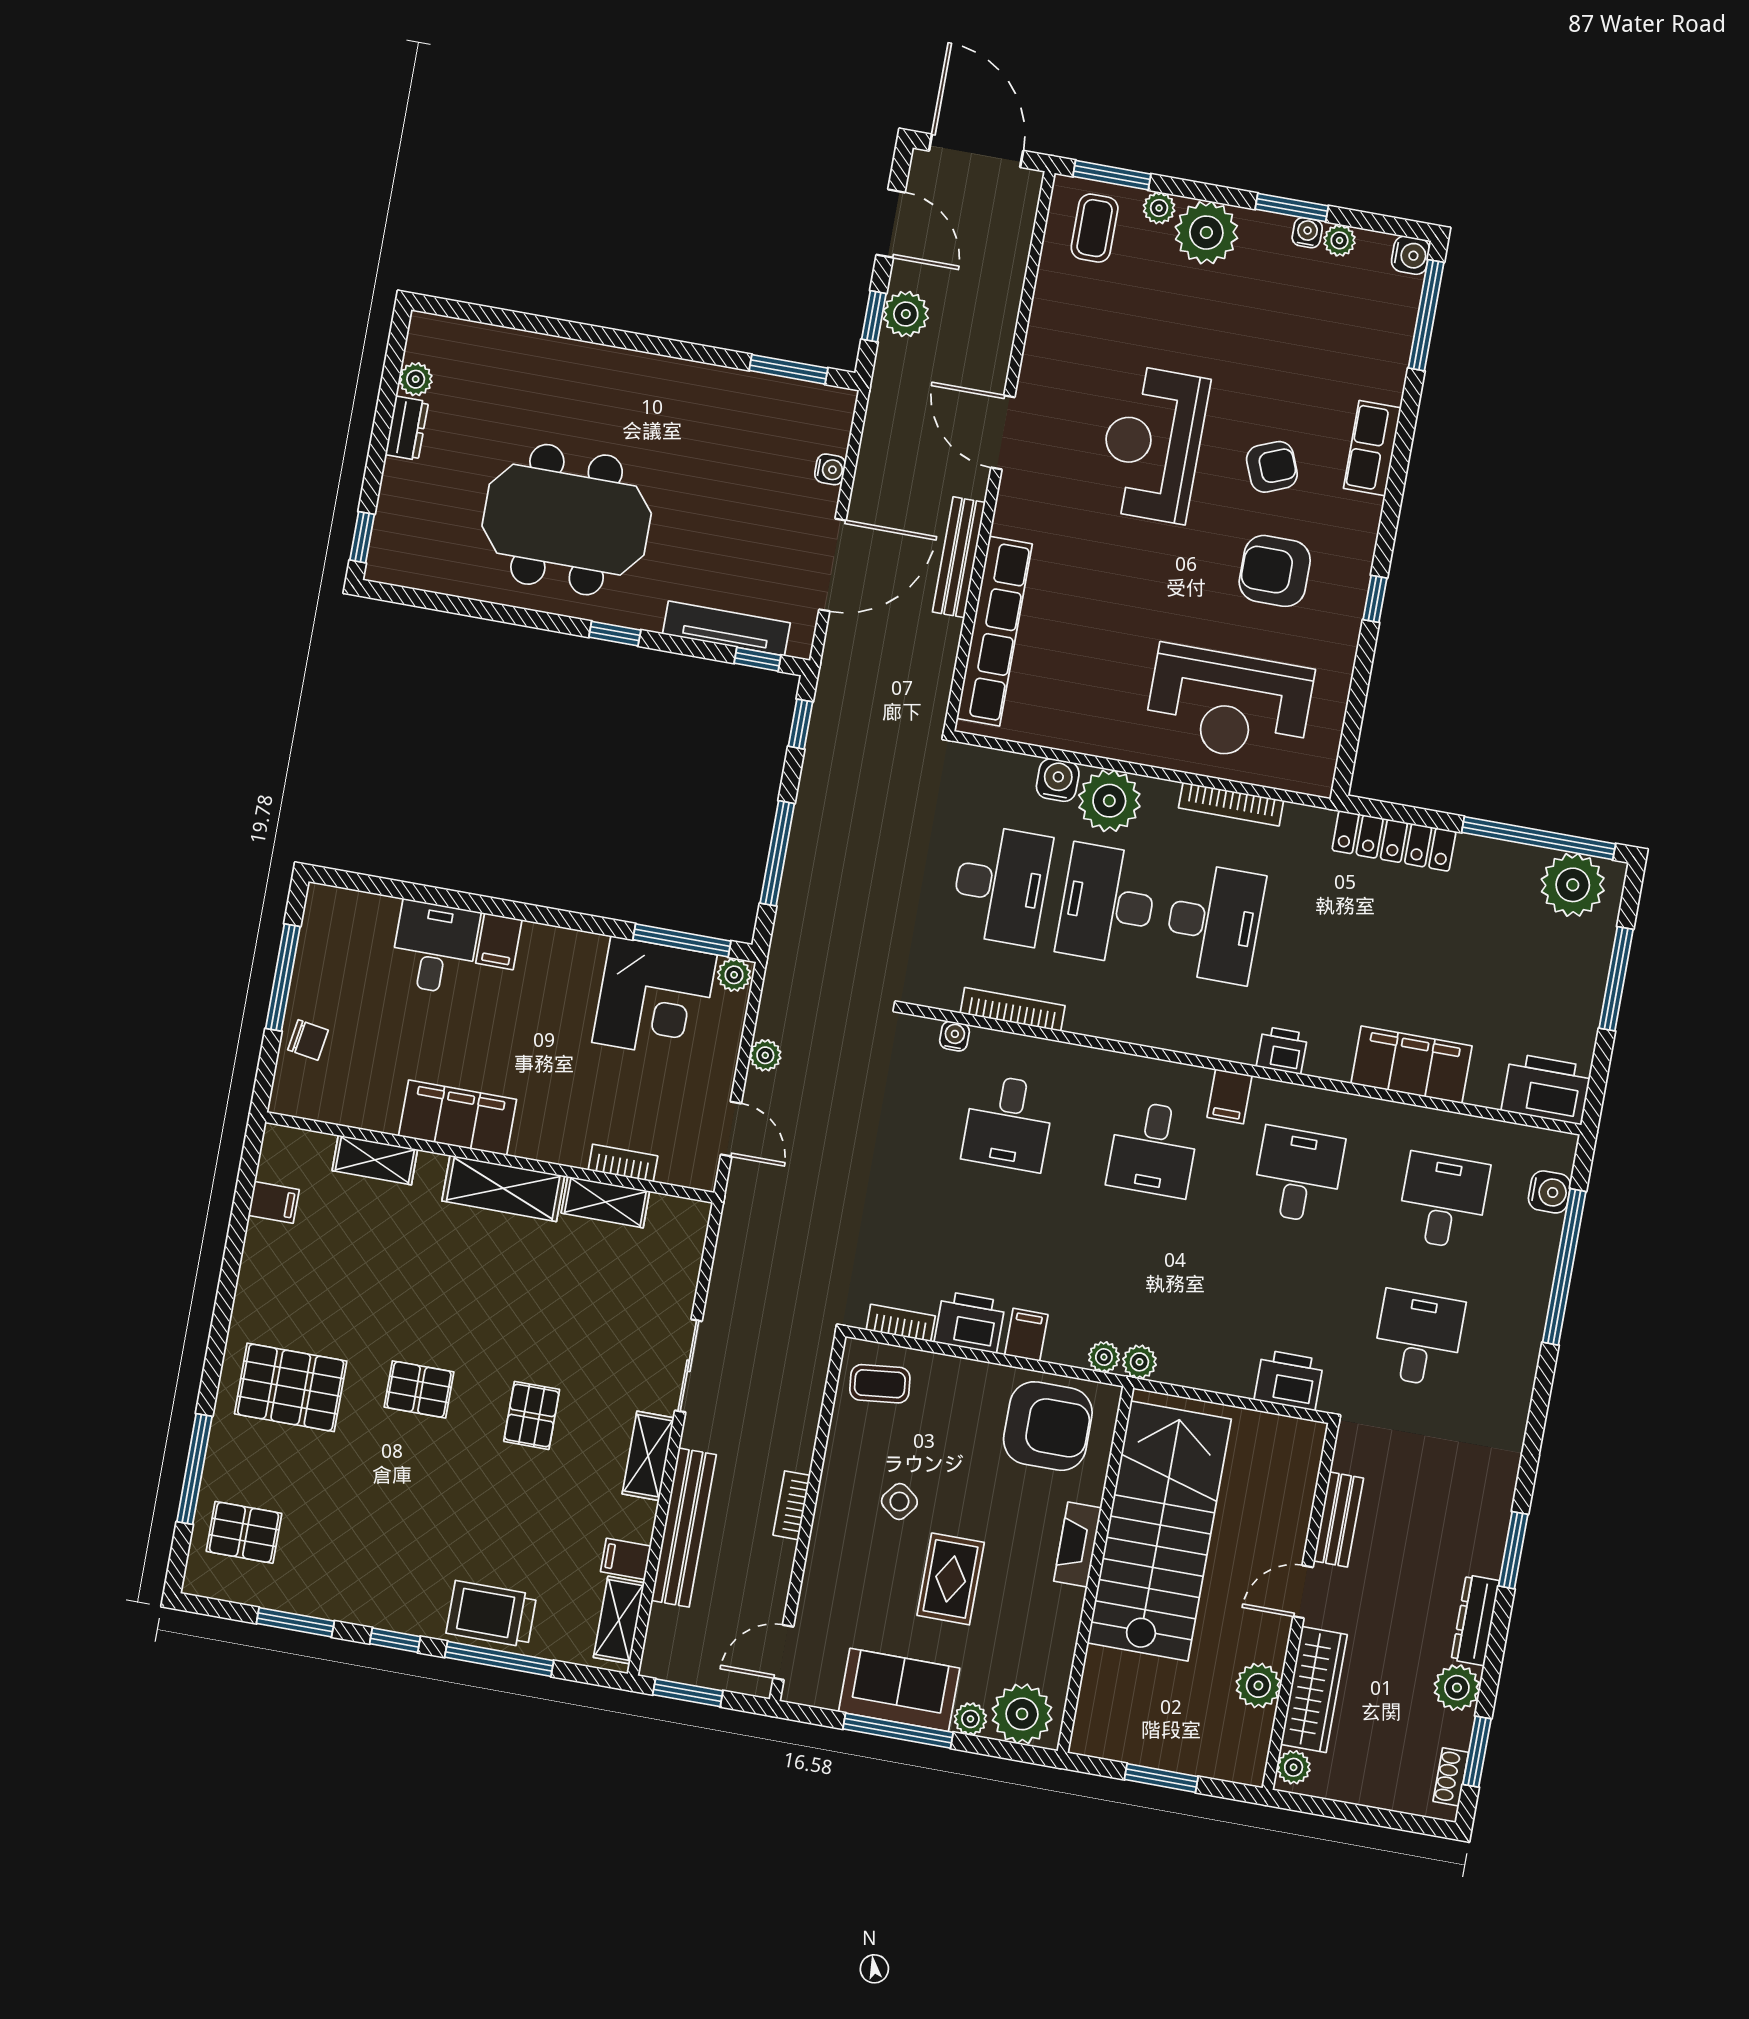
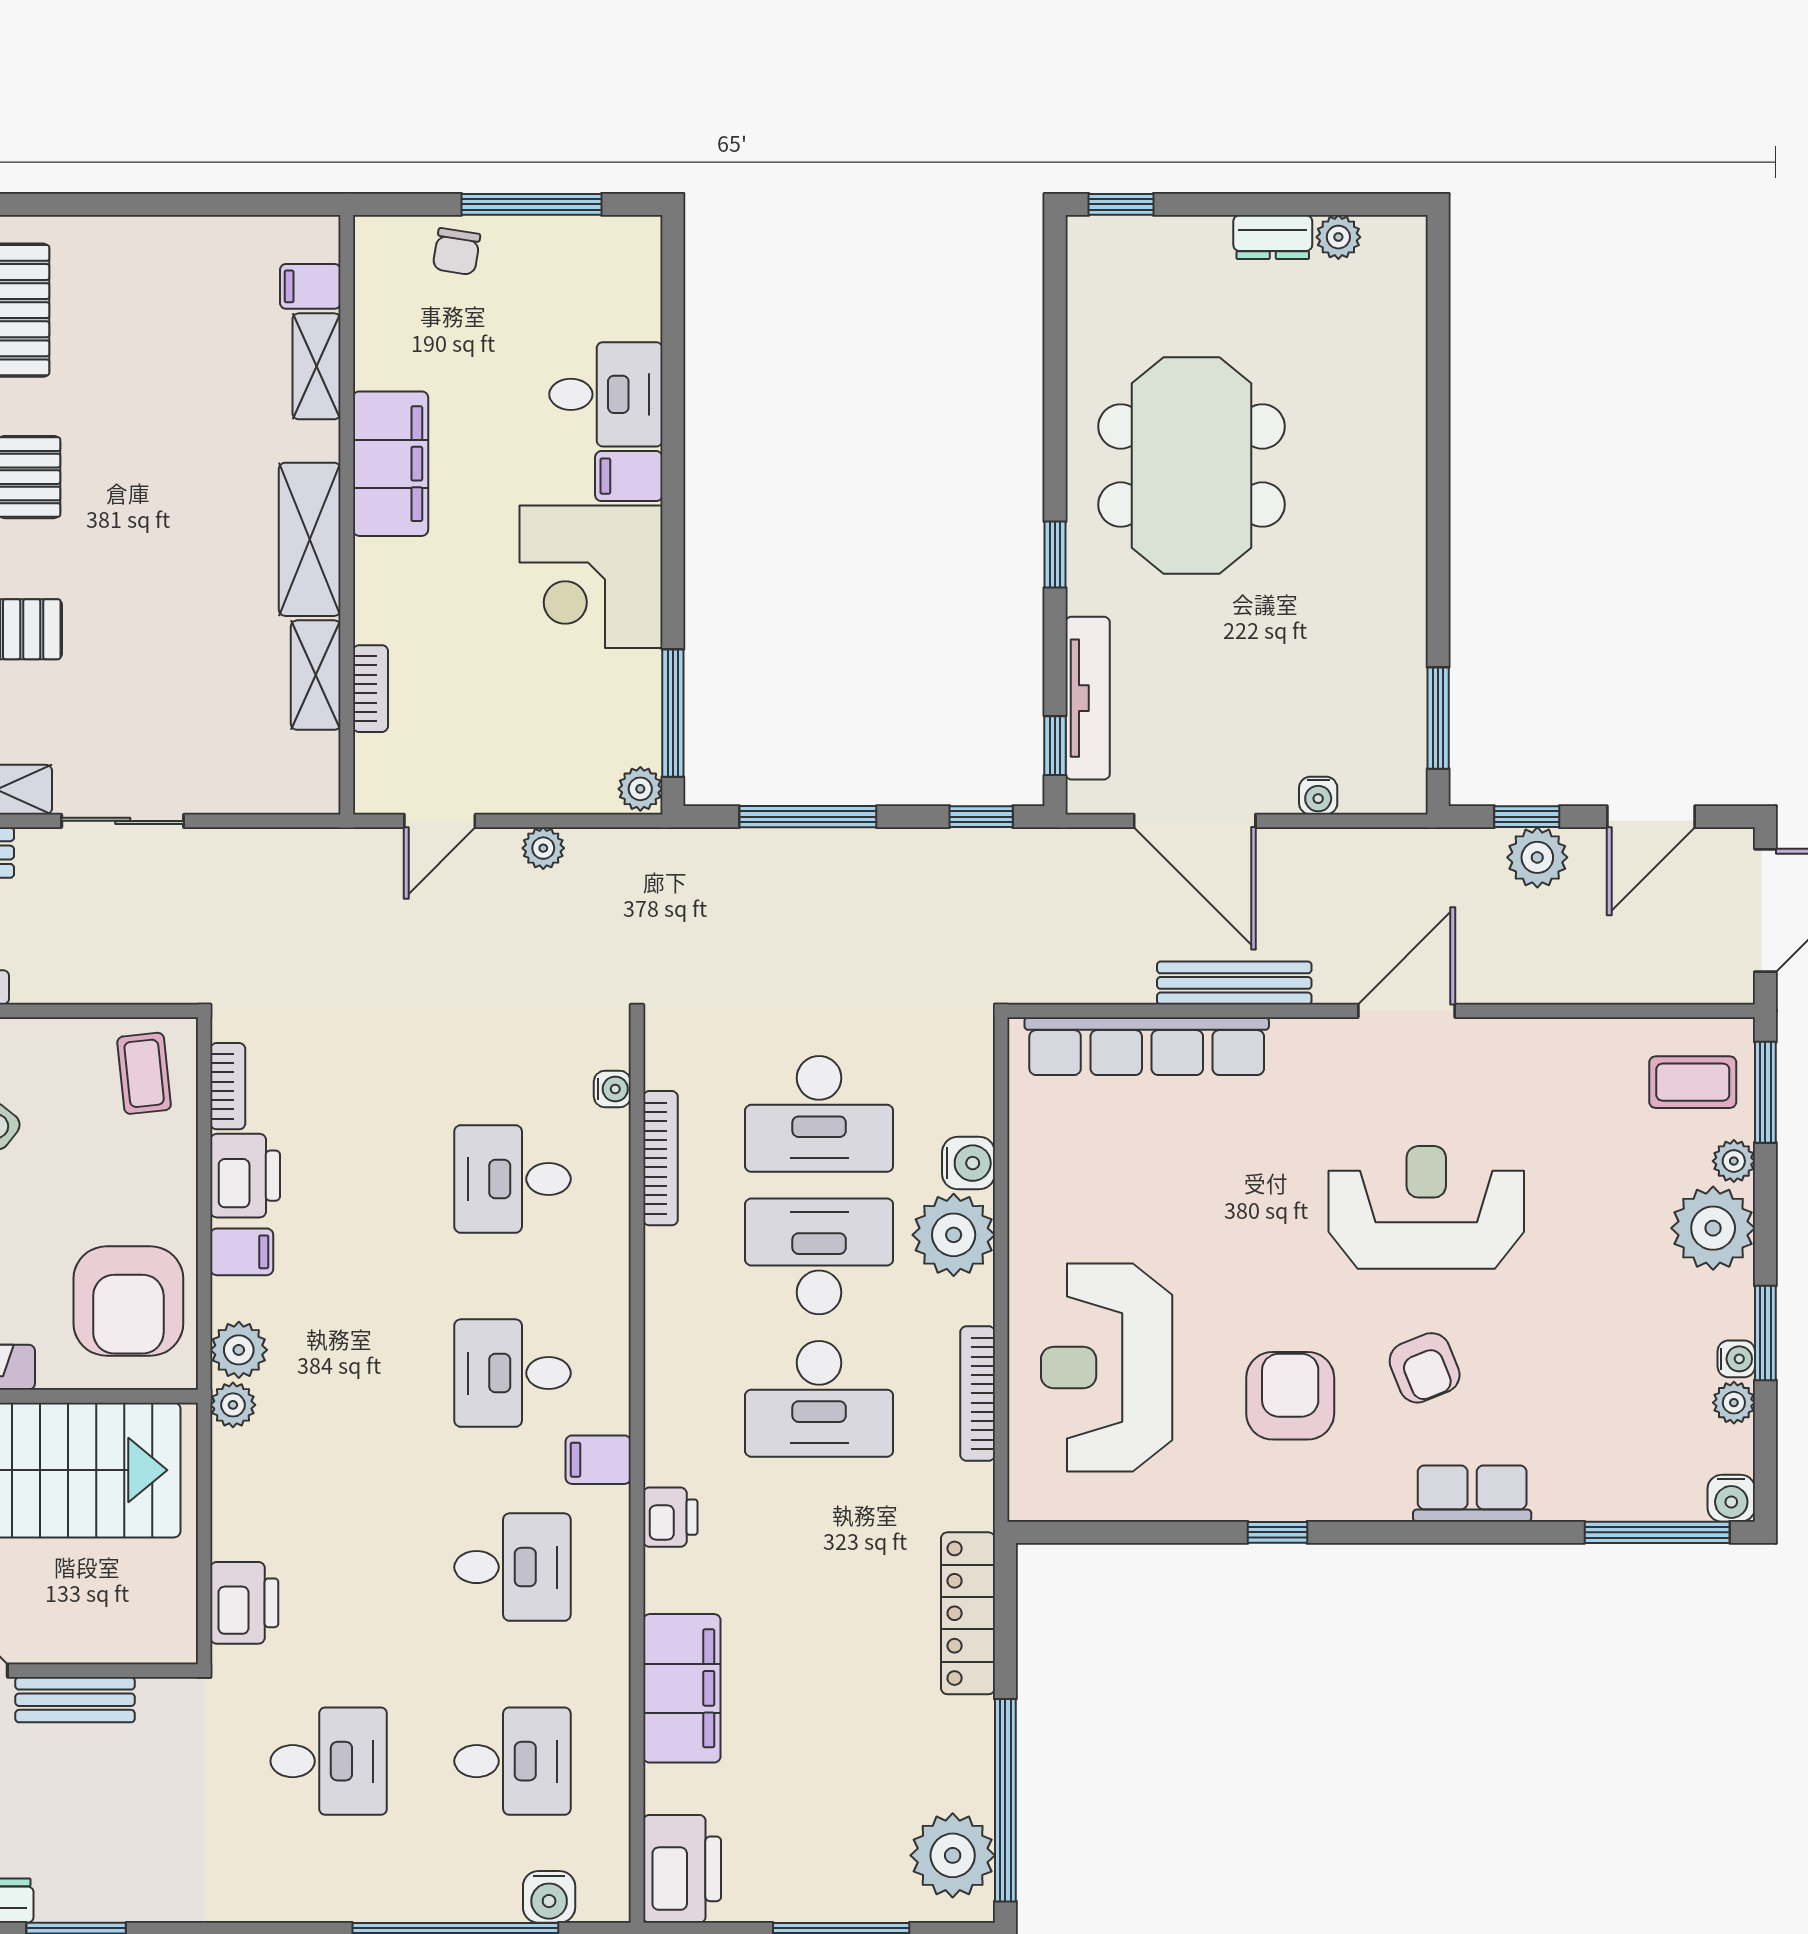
corner desk: (655, 999) -> (591, 577), moved
filing cabinet: (274, 1202) -> (310, 286), moved, turned 90
plant: (1104, 1357) -> (239, 1350), width x1.38, depth x1.38

